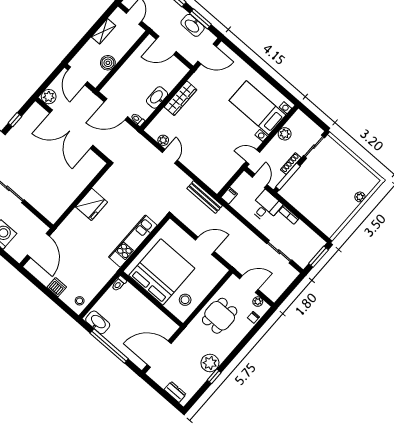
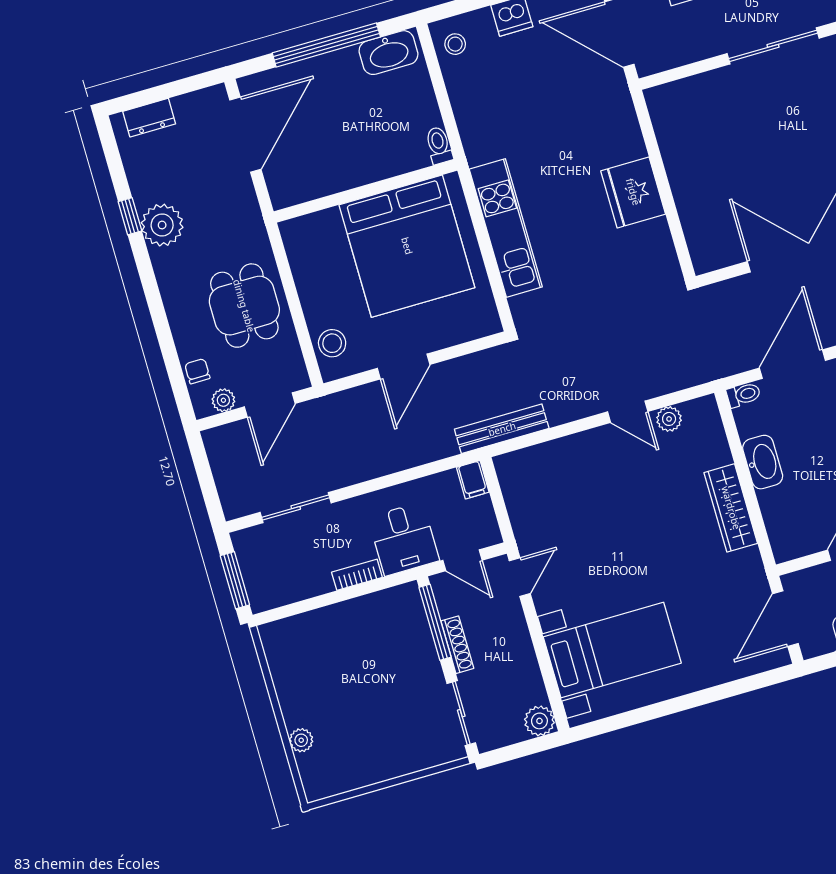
plant: (285, 134) -> (539, 721), moved
stool: (185, 300) -> (332, 343), moved

